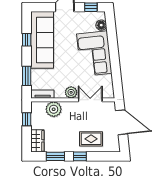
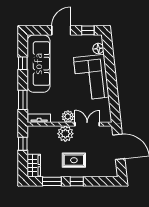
plant: (54, 109) -> (65, 134), moved
rug: (91, 139) -> (74, 160), moved

